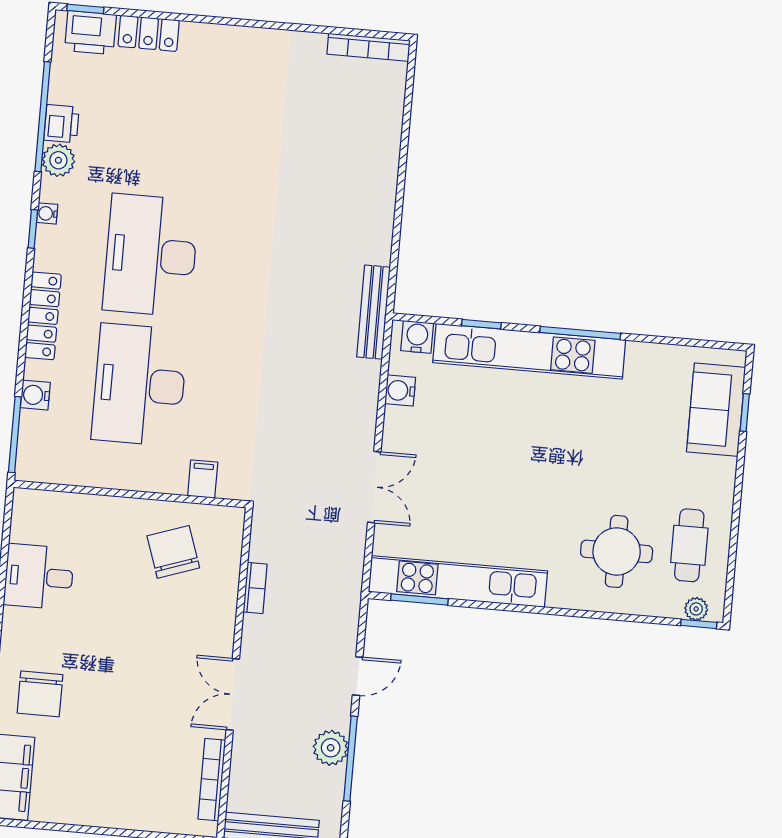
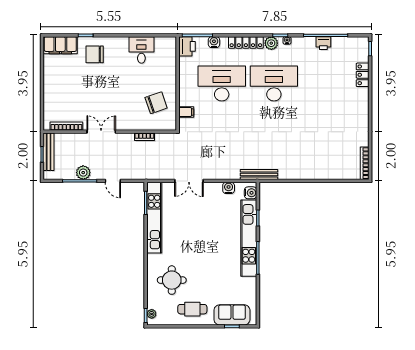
printer: (90, 33) -> (187, 46), moved, turned 180
plant: (58, 160) -> (271, 43), moved
cafe table: (689, 545) -> (192, 309), moved

